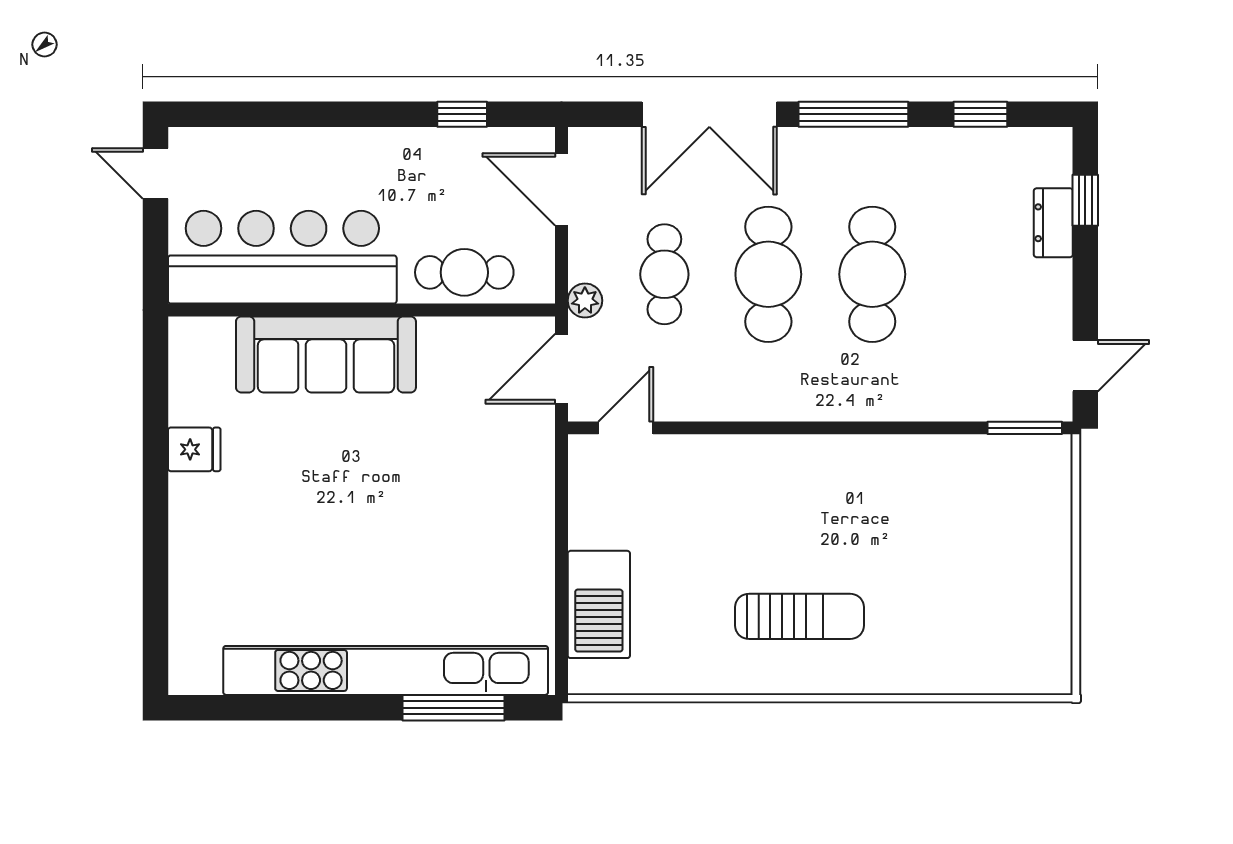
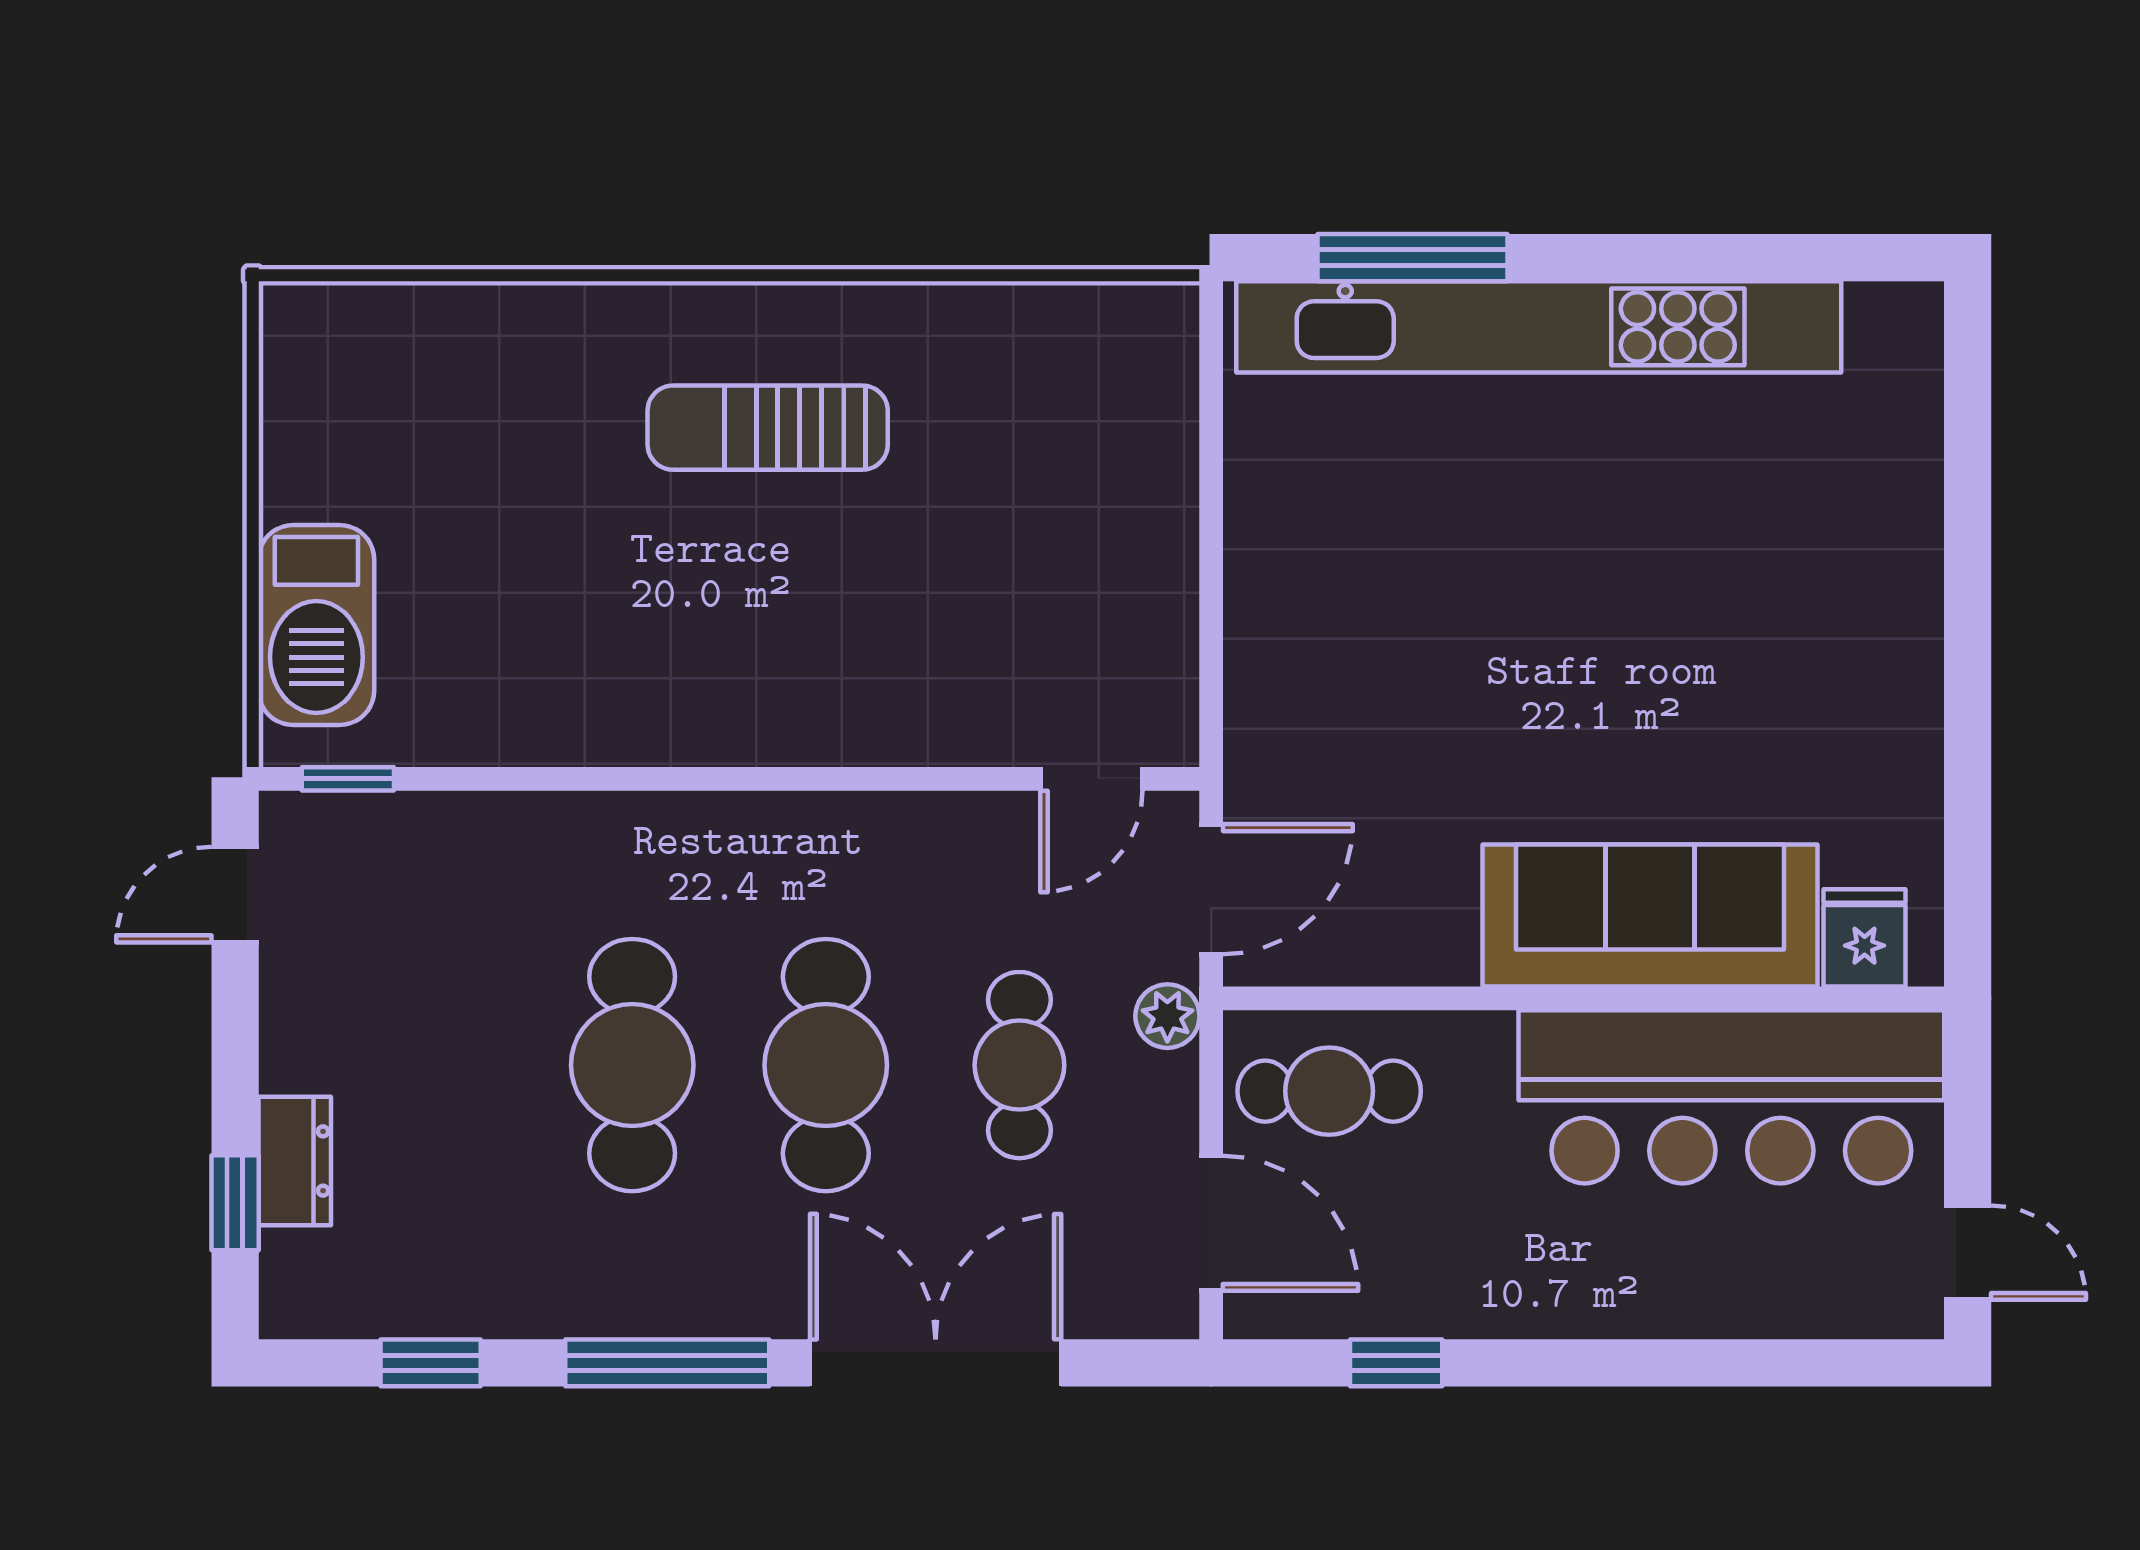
cafe table: (464, 272) -> (1329, 1091), moved
window: (1025, 428) -> (348, 779), width x0.67
fridge: (194, 449) -> (1865, 938), moved, turned 90
barbecue: (599, 604) -> (316, 625), moved, turned 180

